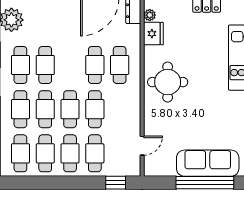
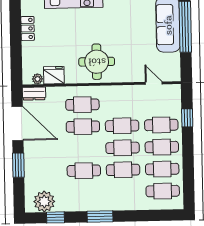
cafe table: (20, 65) -> (84, 193), removed
cafe table: (20, 109) -> (123, 192), removed
window: (116, 183) -> (187, 118), moved

